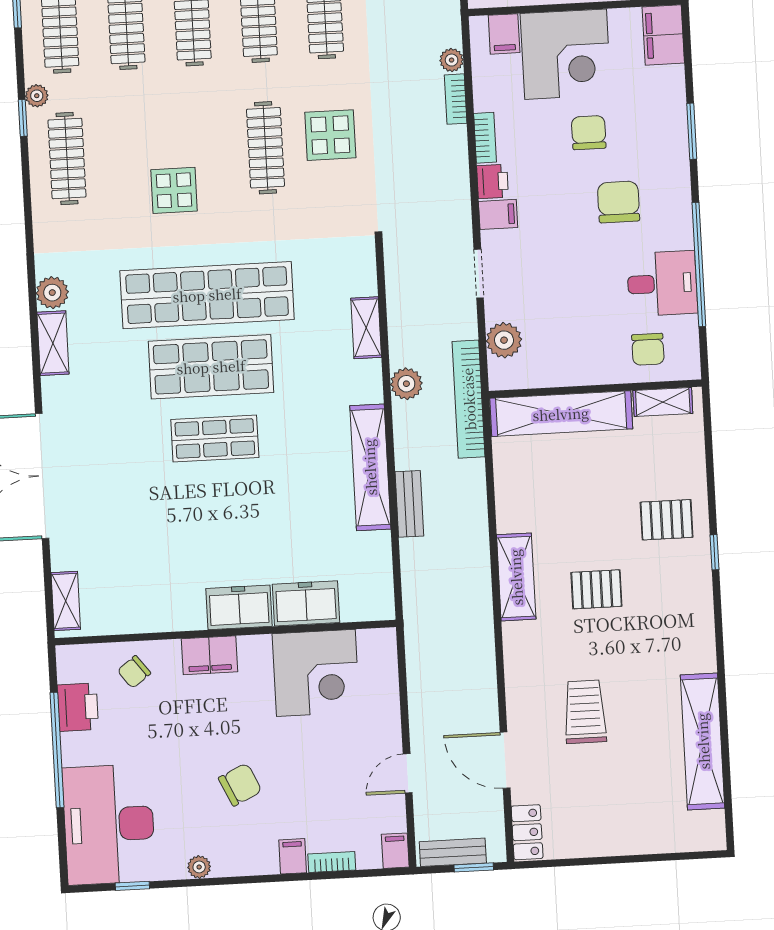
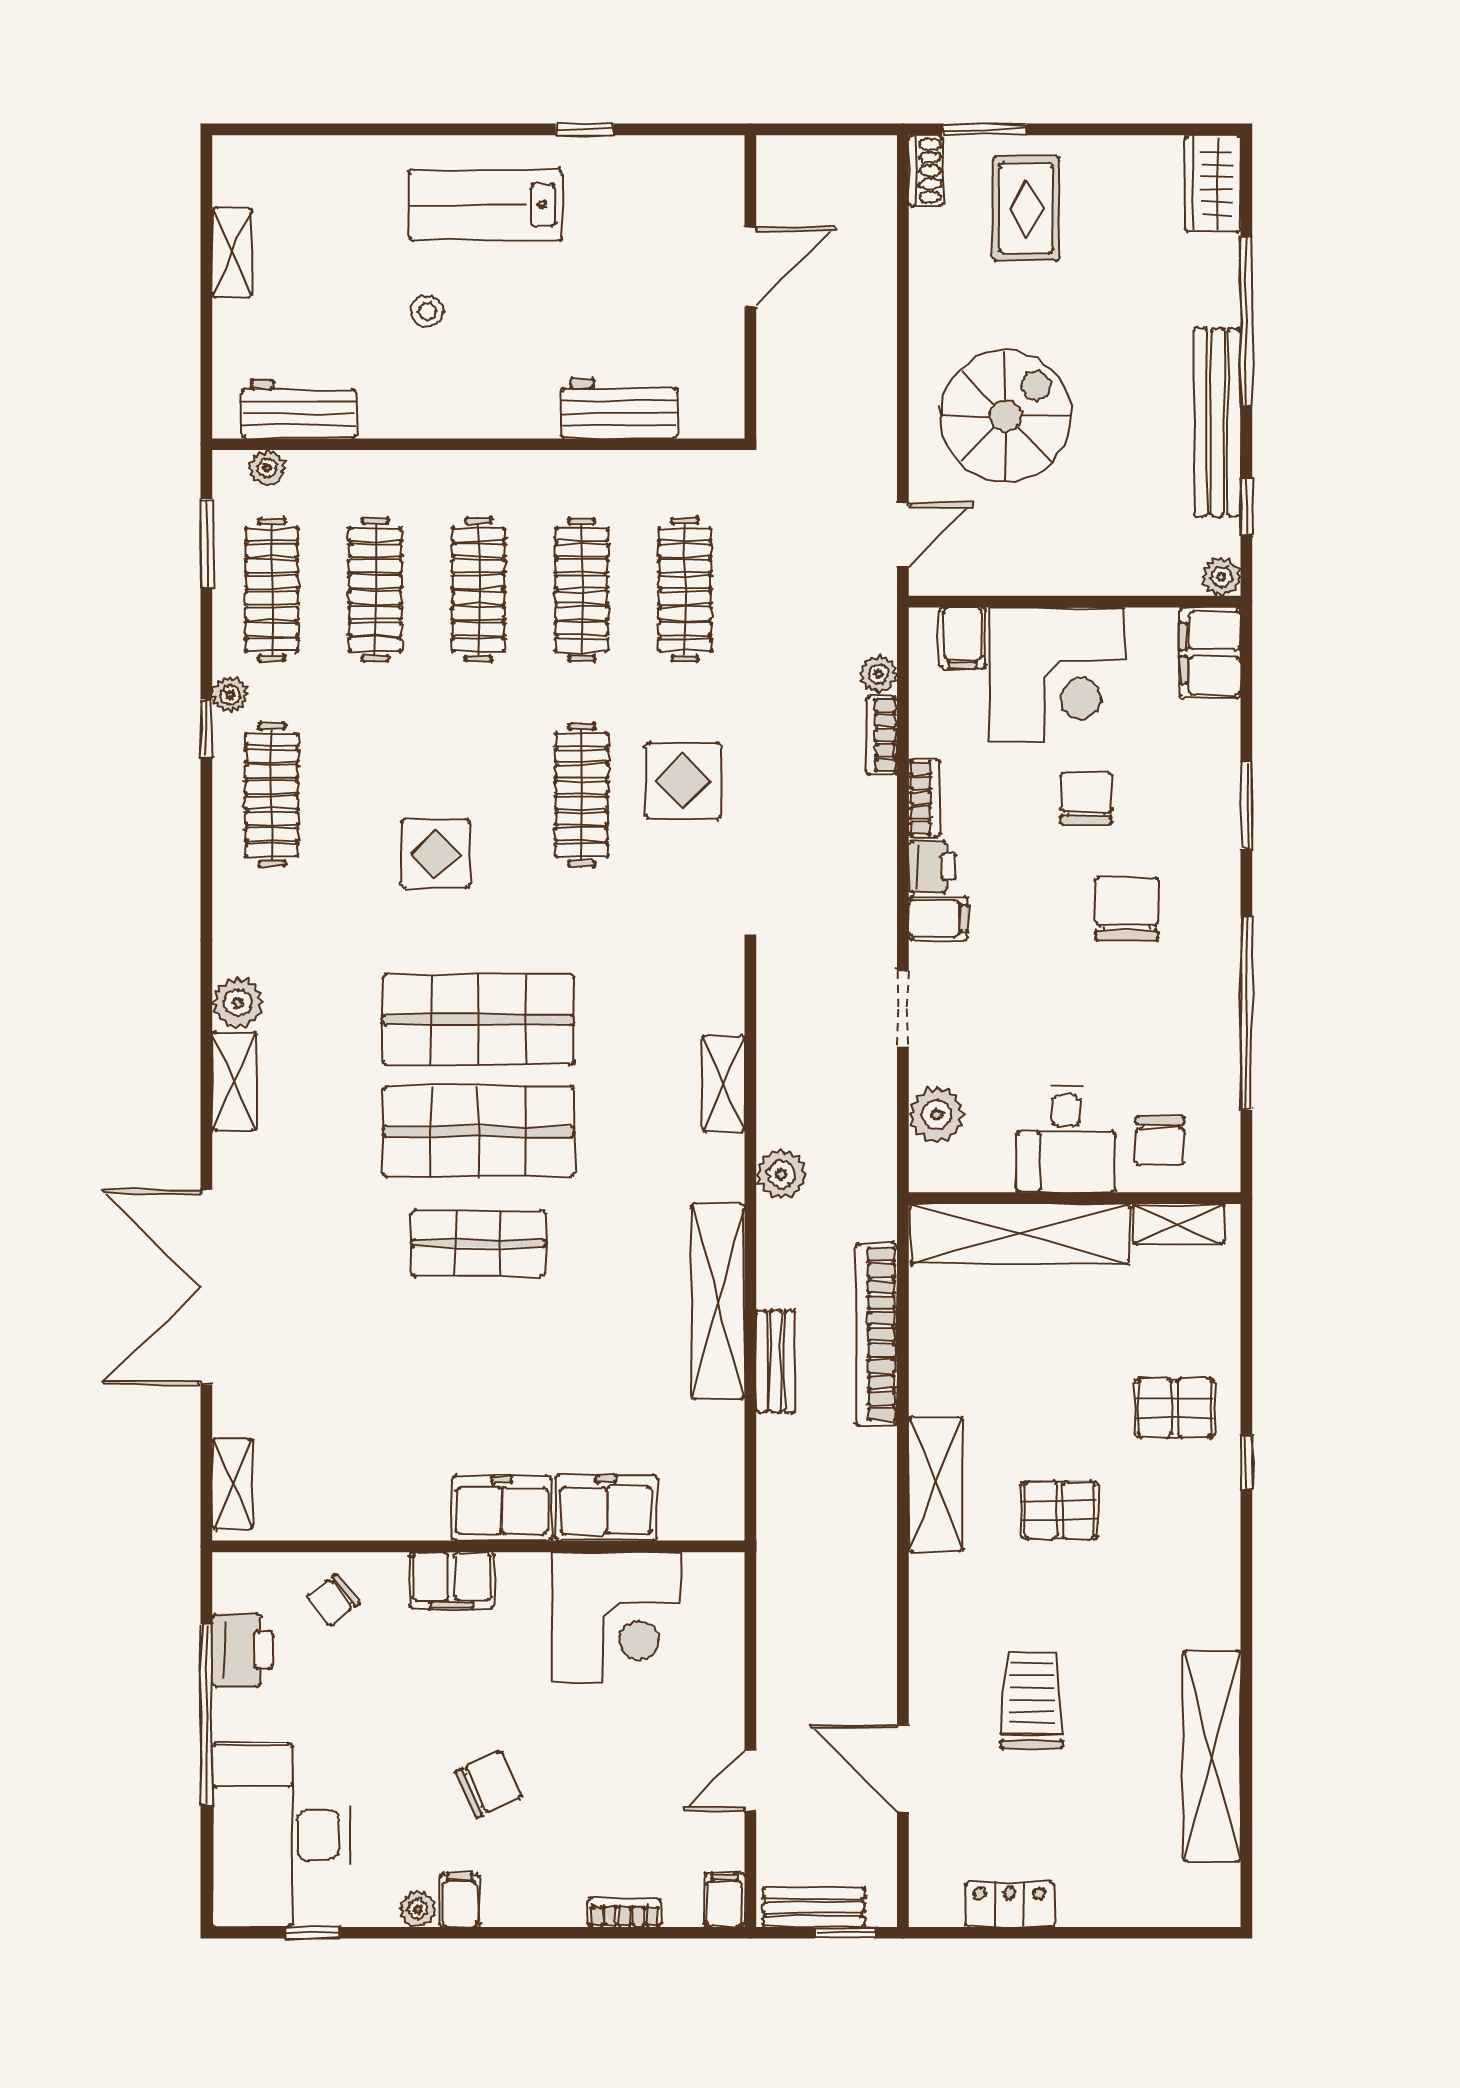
desk: (662, 283) -> (1066, 1139), moved, turned 90
shop shelf: (207, 295) -> (478, 1020), width x0.71
bookcase: (469, 399) -> (877, 1334), moved
locker: (527, 832) -> (1010, 1905), moved, turned -90
filing cabinet: (293, 856) -> (460, 1900), moved

